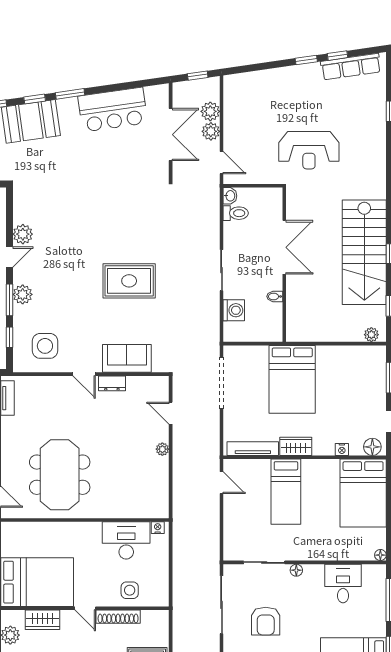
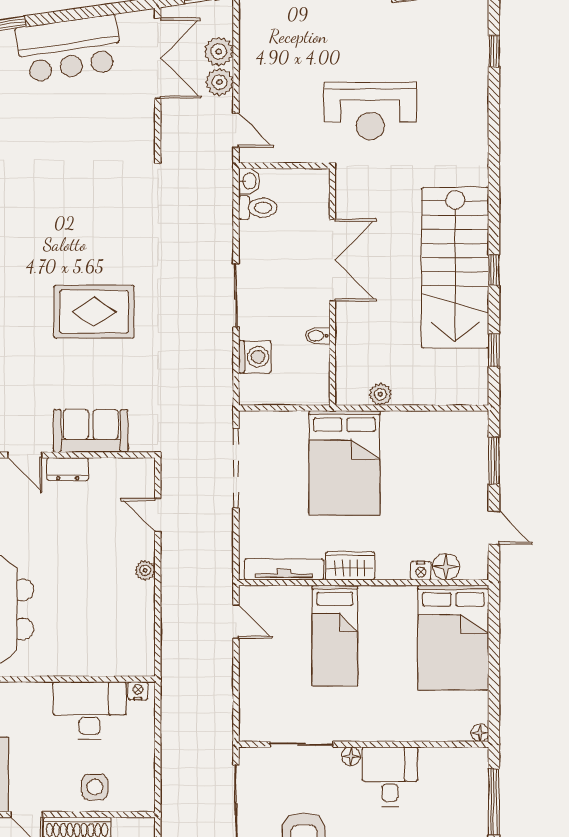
double door: (171, 135) -> (158, 58), moved
plant: (371, 335) -> (380, 394), moved
floor lamp: (372, 447) -> (446, 567), moved
desk: (343, 584) -> (390, 777), moved

